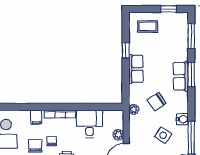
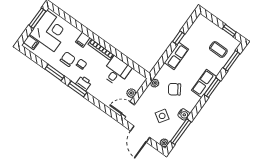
coffee table: (148, 26) -> (218, 49), moved

